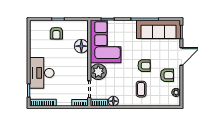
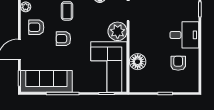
armchair: (56, 33) -> (178, 63), moved
desk: (42, 73) -> (184, 35), width x0.73

